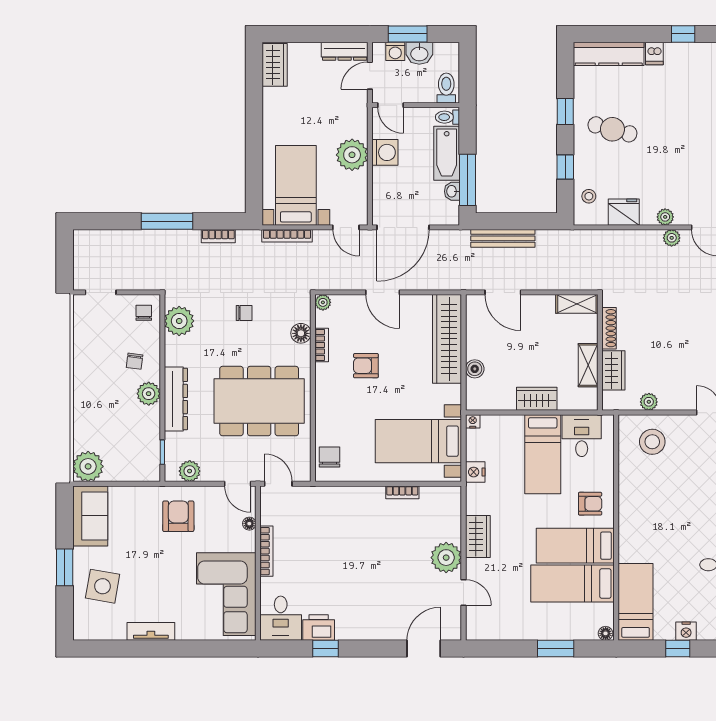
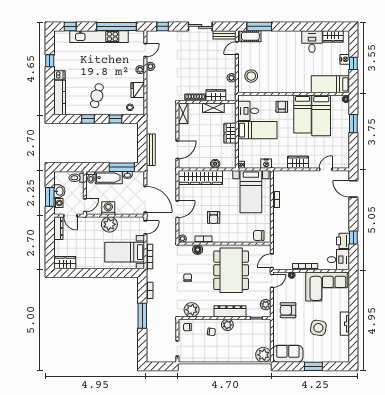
plant: (446, 558) -> (308, 178), removed
side table: (103, 586) -> (318, 328), moved

